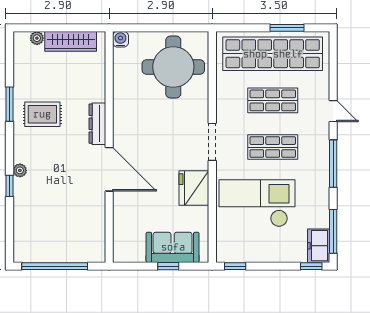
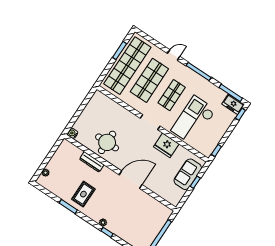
wardrobe: (71, 41) -> (58, 158), removed
round table: (173, 67) -> (107, 142), moved, width x0.73, depth x0.73
shop shelf: (273, 100) -> (149, 80), width x1.43, depth x1.36
dresser: (97, 124) -> (92, 162), moved

